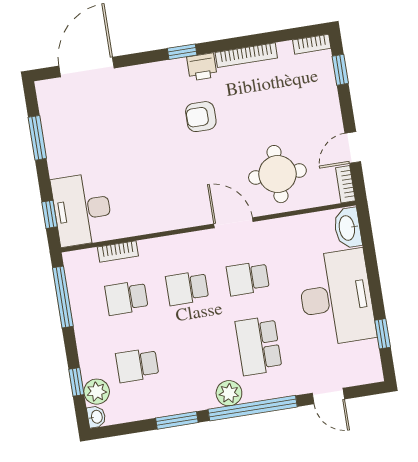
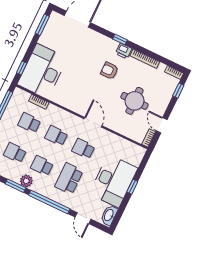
window: (37, 138) -> (42, 25), moved
door: (353, 147) -> (162, 125), hinge flipped
round table: (277, 174) -> (134, 101), moved
desk: (82, 209) -> (42, 71), width x1.36, depth x1.30
washbasin: (348, 228) -> (109, 215), moved
window: (383, 334) -> (132, 187), moved
school desk: (198, 355) -> (42, 166), added
plant: (229, 393) -> (26, 181), moved

